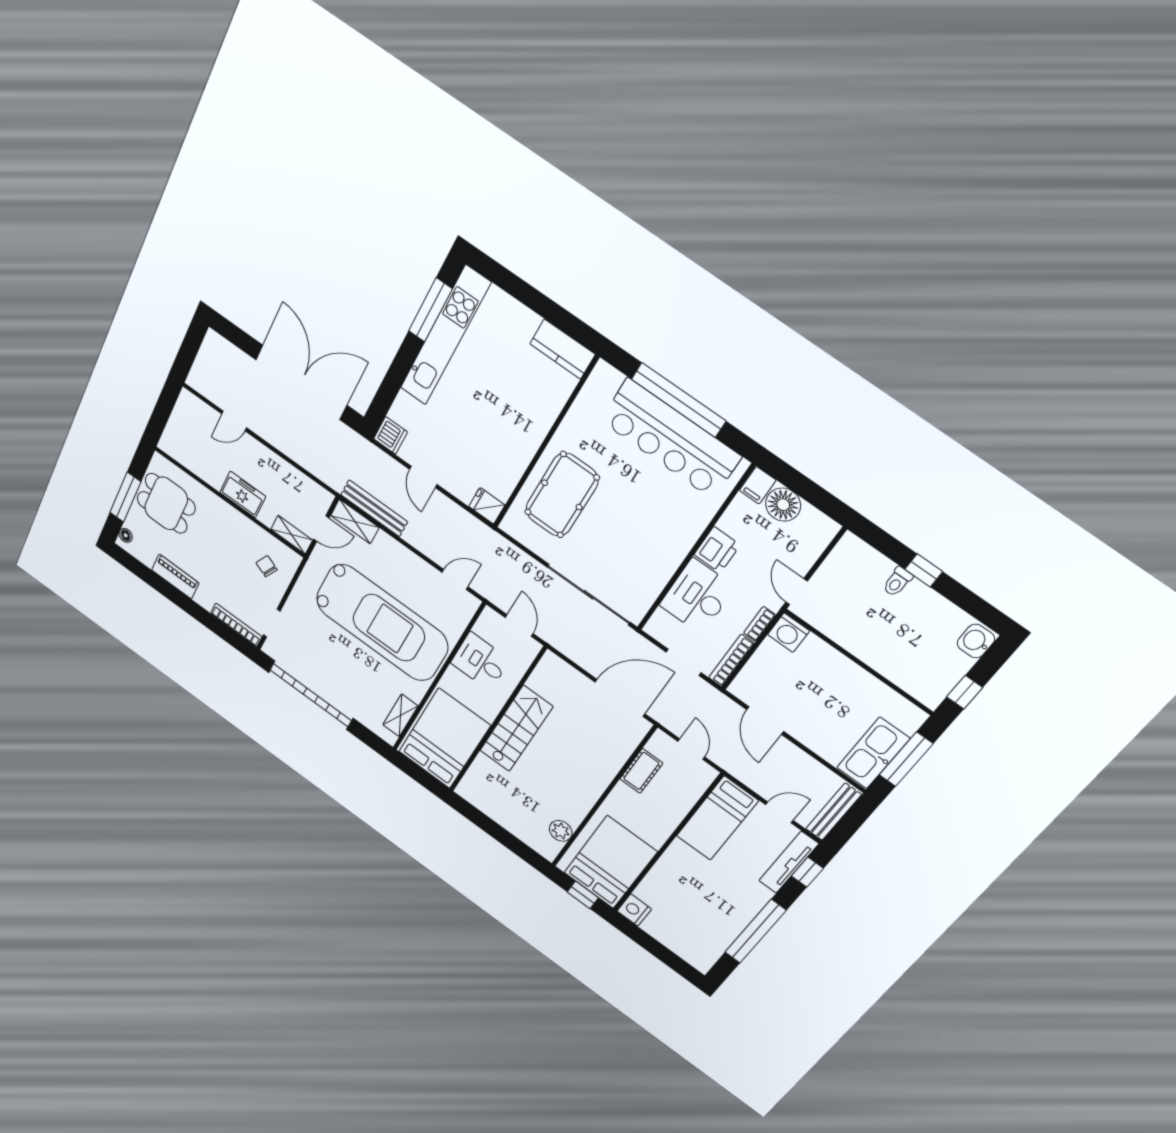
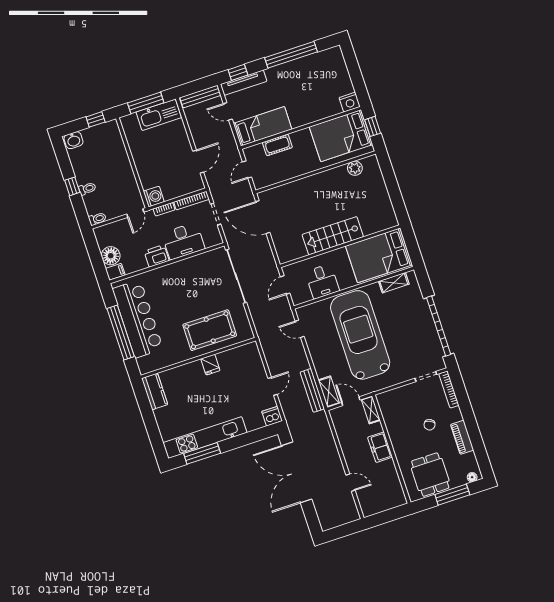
fridge: (487, 506) -> (210, 365), moved
toilet: (846, 547) -> (97, 219), added
chair: (267, 566) -> (429, 425), moved
cot: (641, 771) -> (277, 145), moved

